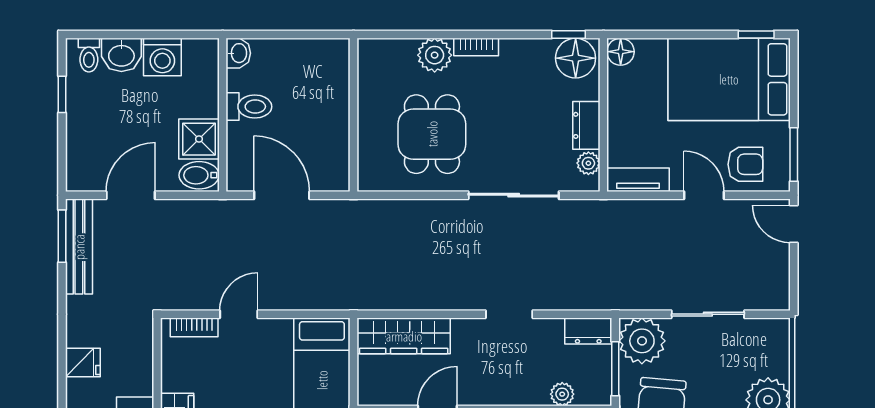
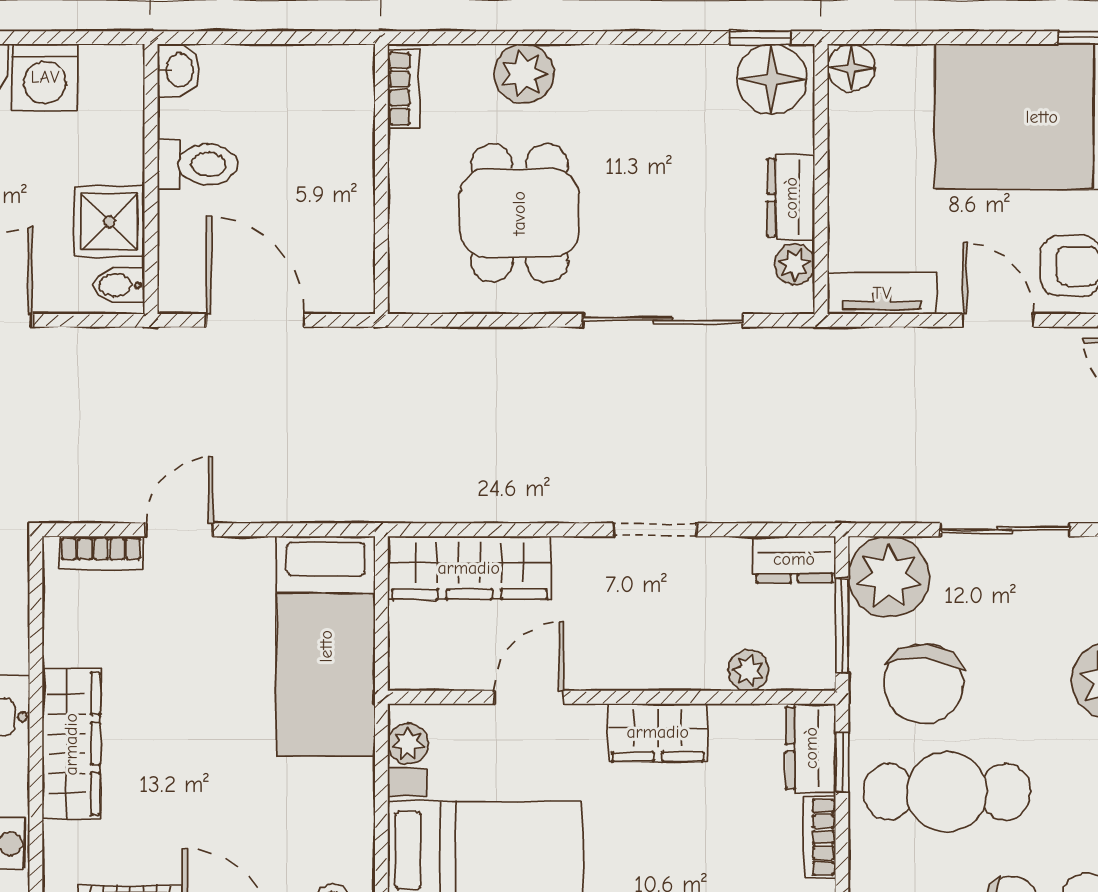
bookcase: (476, 47) -> (403, 89), moved, turned -90
bidet: (199, 175) -> (119, 285), width x0.72, depth x0.74

